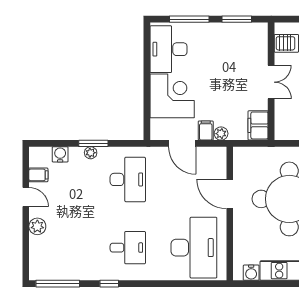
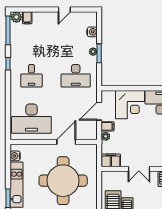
filing cabinet: (38, 175) -> (27, 18), moved
plant: (37, 226) -> (16, 17), moved

